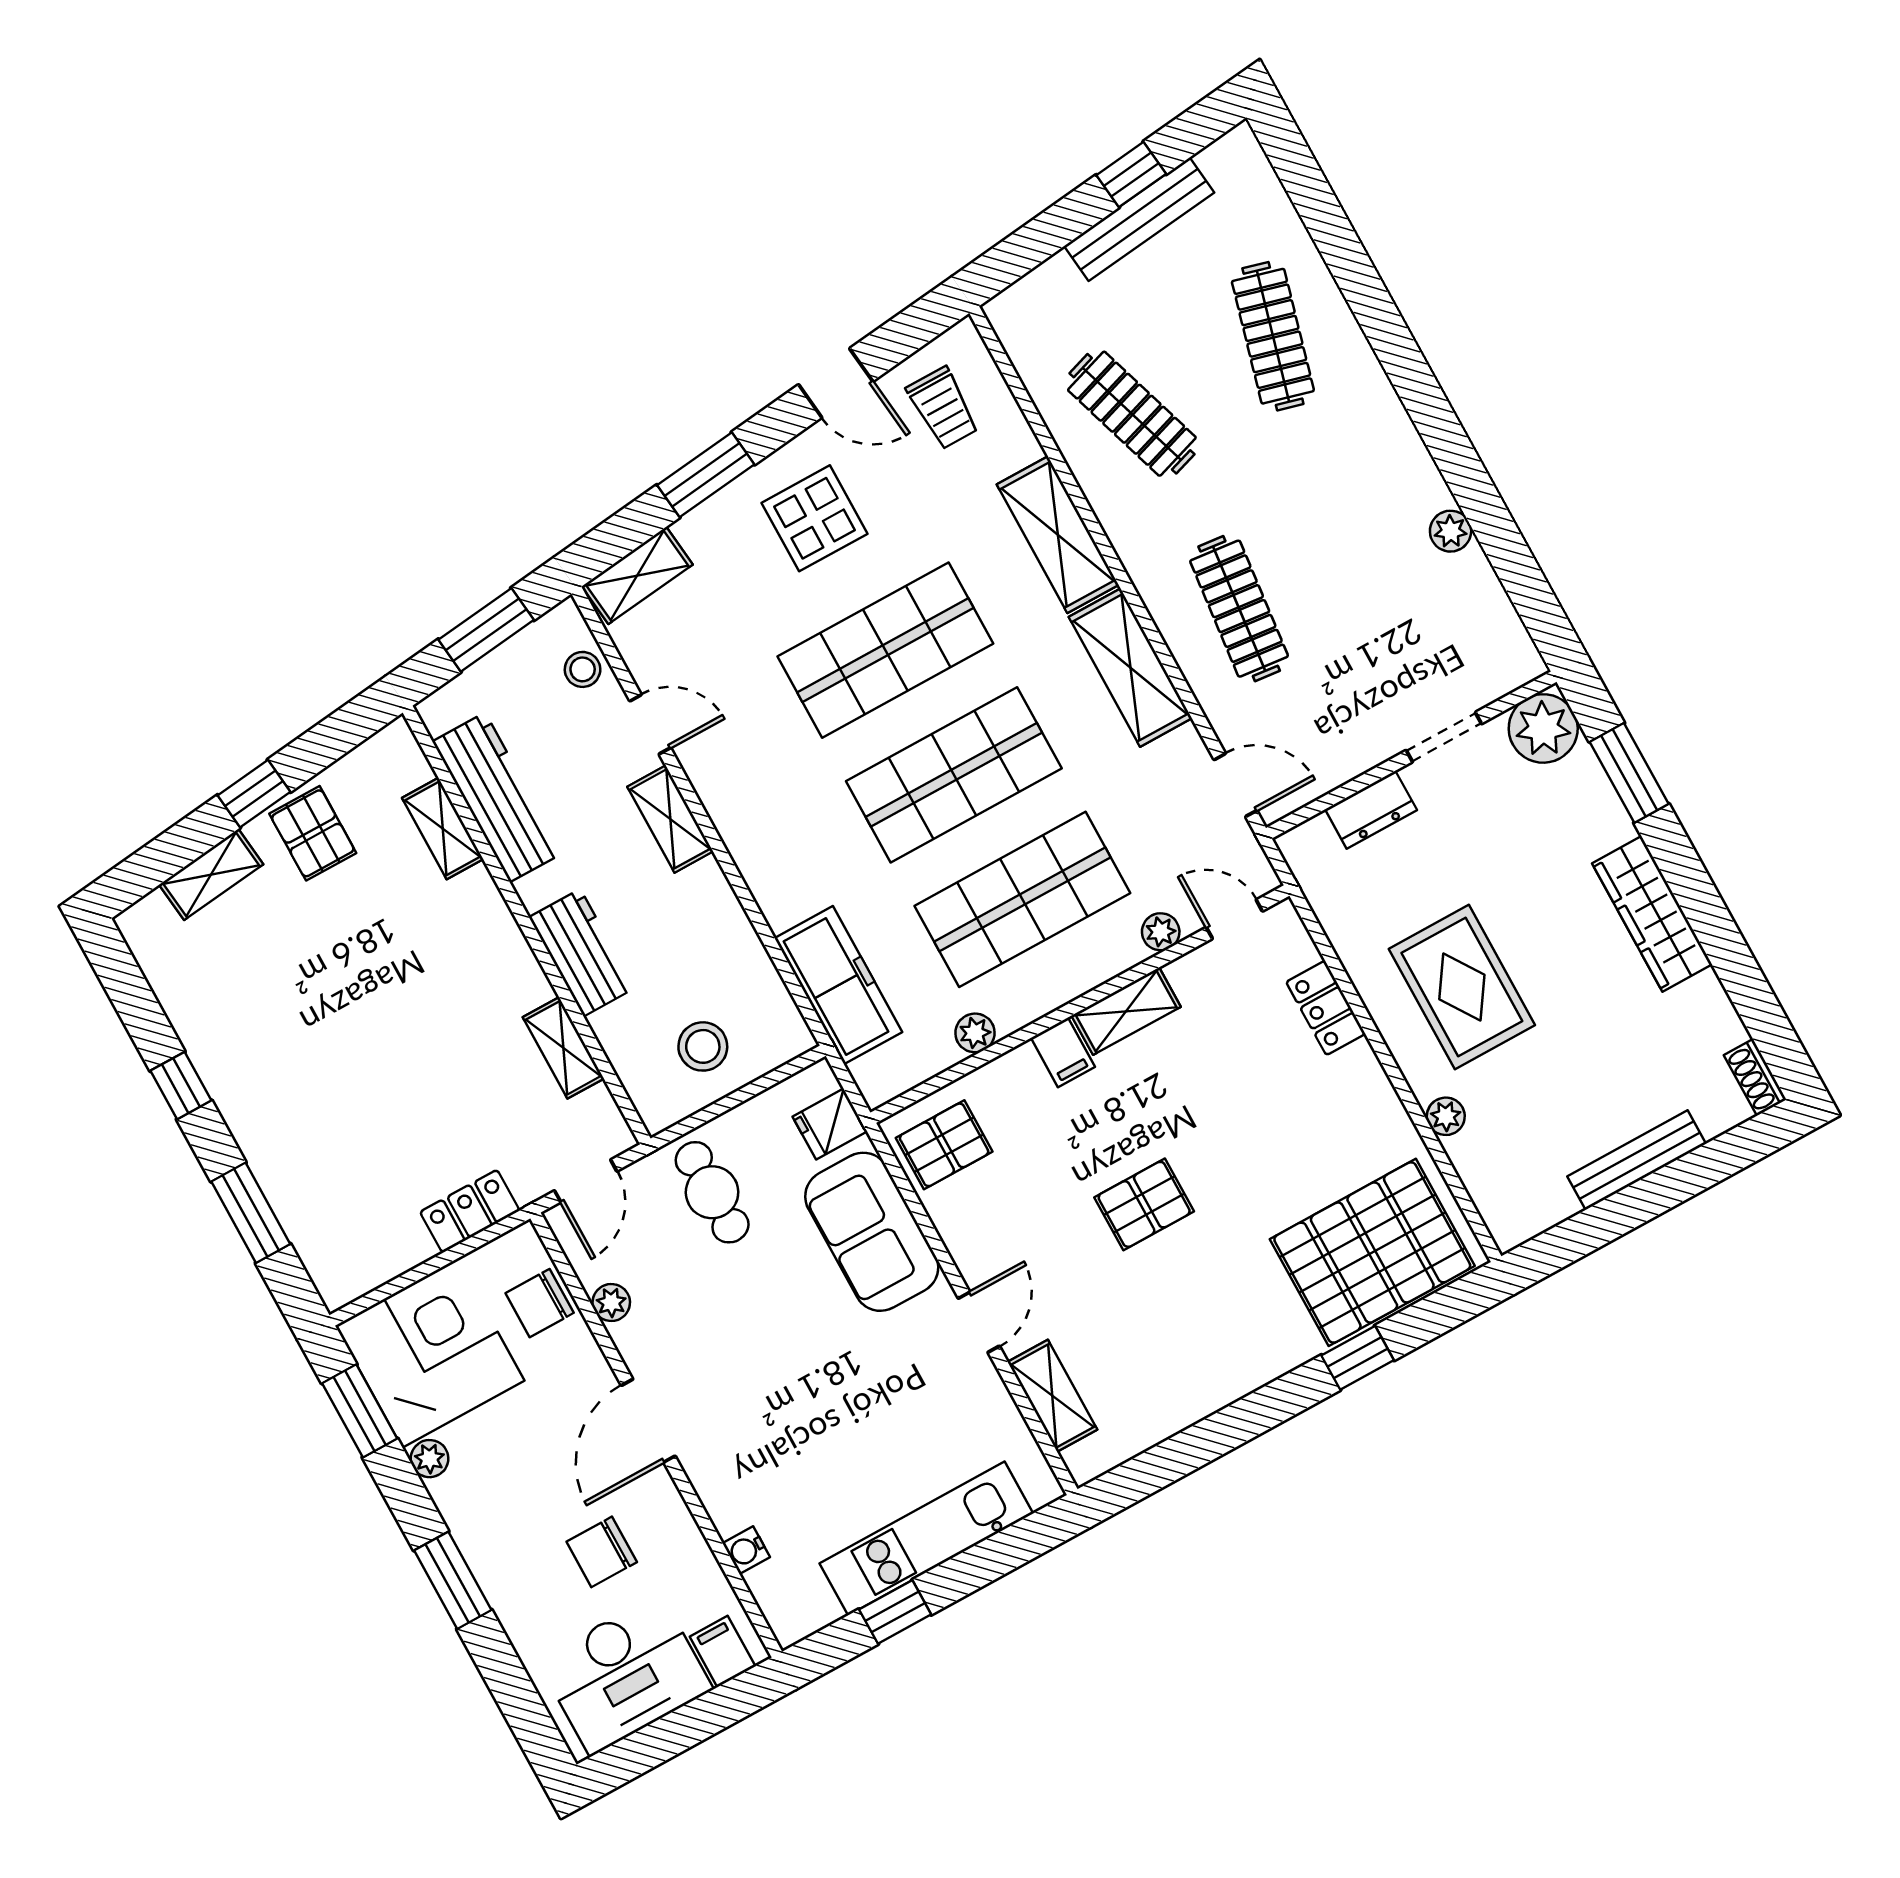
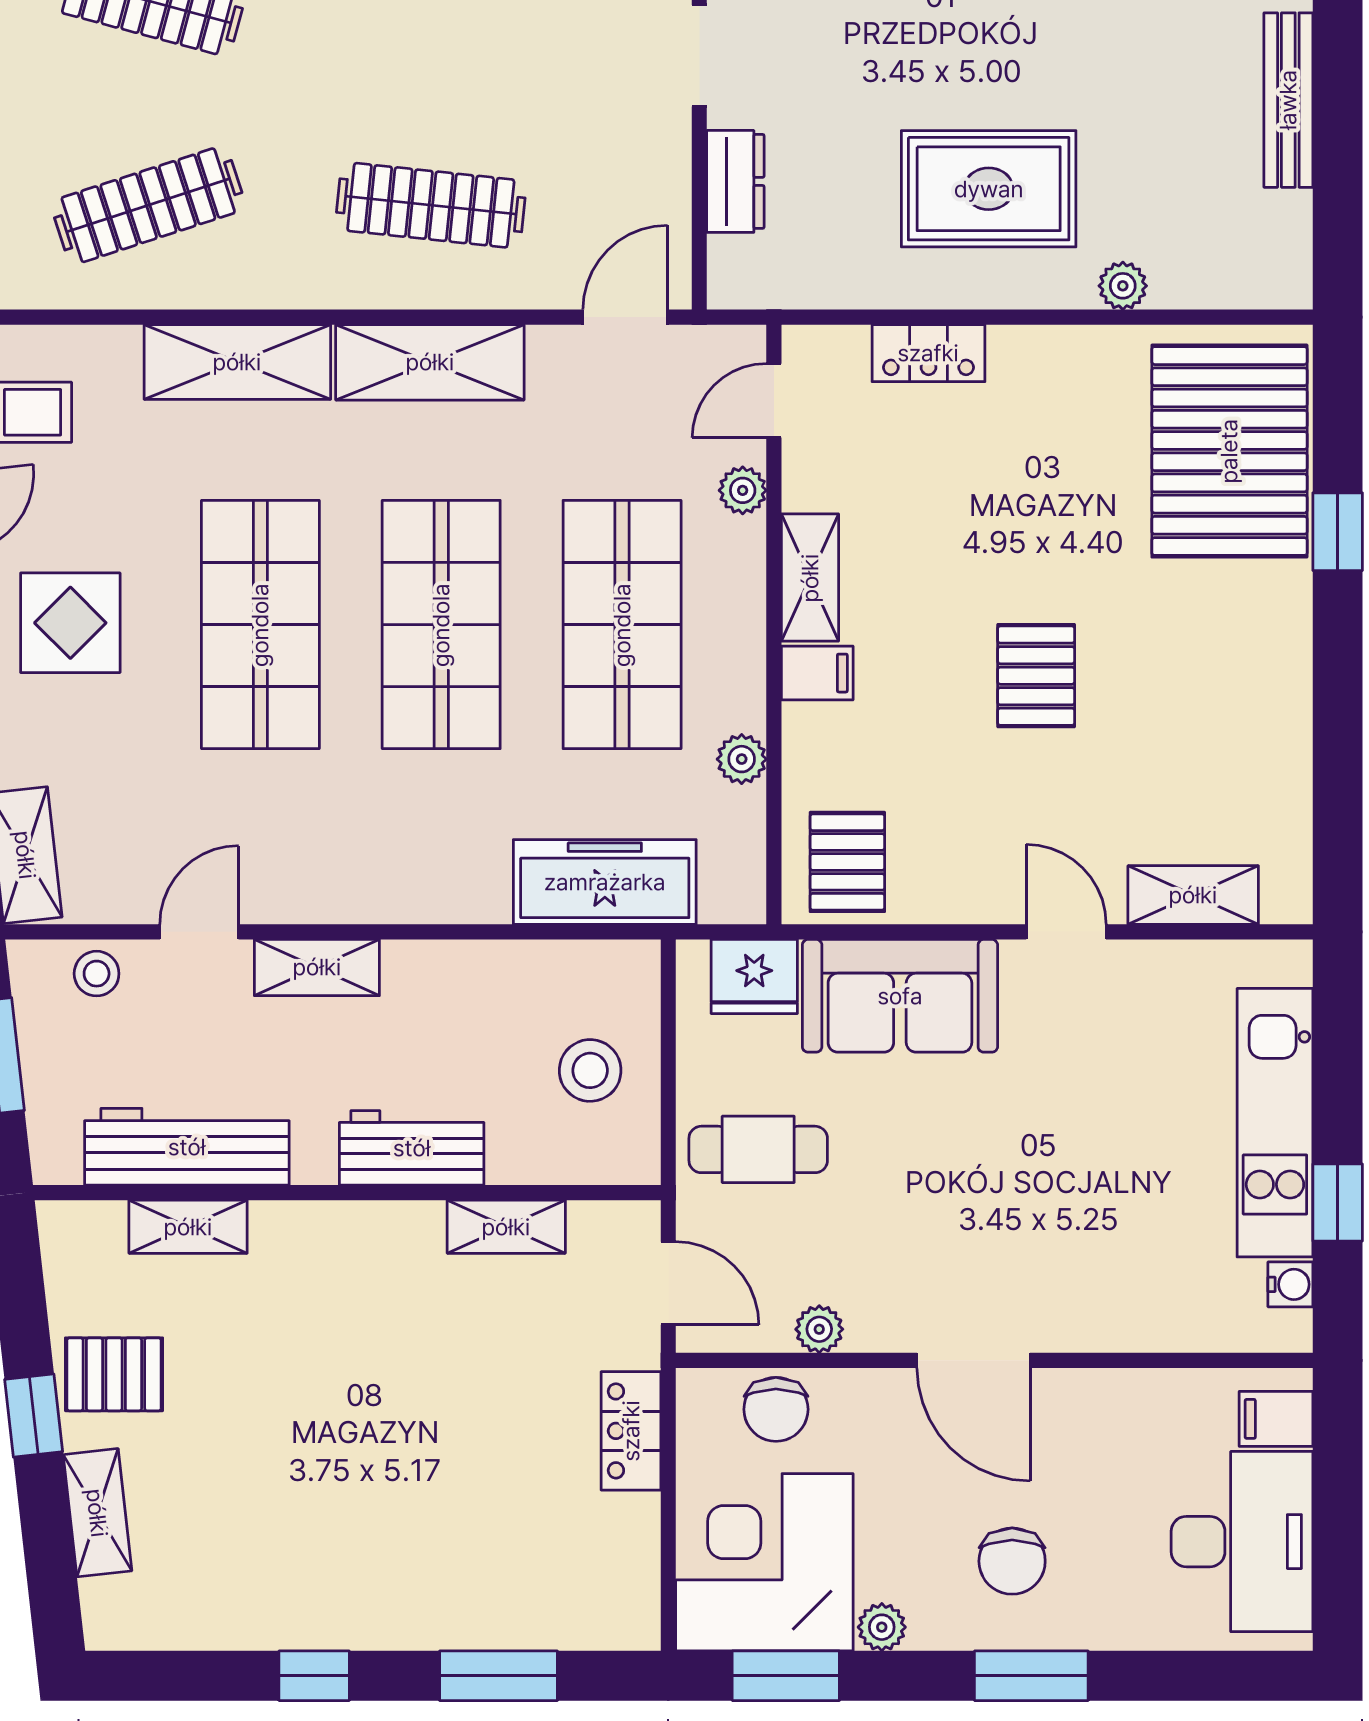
fridge: (830, 1124) -> (754, 976), width x1.38
water cooler: (746, 1550) -> (1290, 1284), moved, turned -90
chair: (602, 1552) -> (1012, 1561), moved

